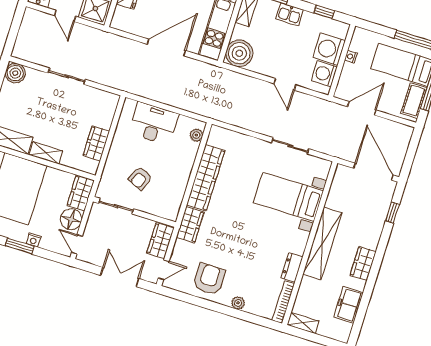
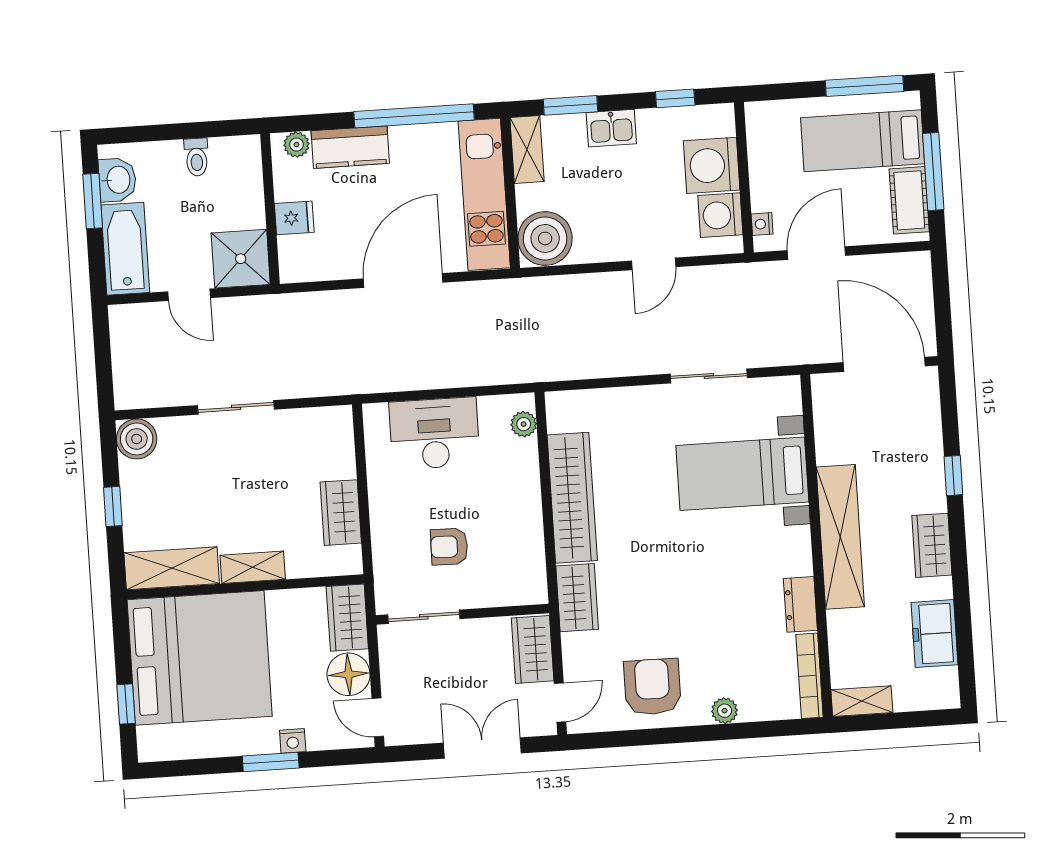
nightstand: (351, 57) -> (762, 224), moved
door: (285, 84) -> (654, 264), hinge flipped
armchair: (140, 178) -> (449, 547), turned 67
window: (392, 213) -> (953, 476), moved

